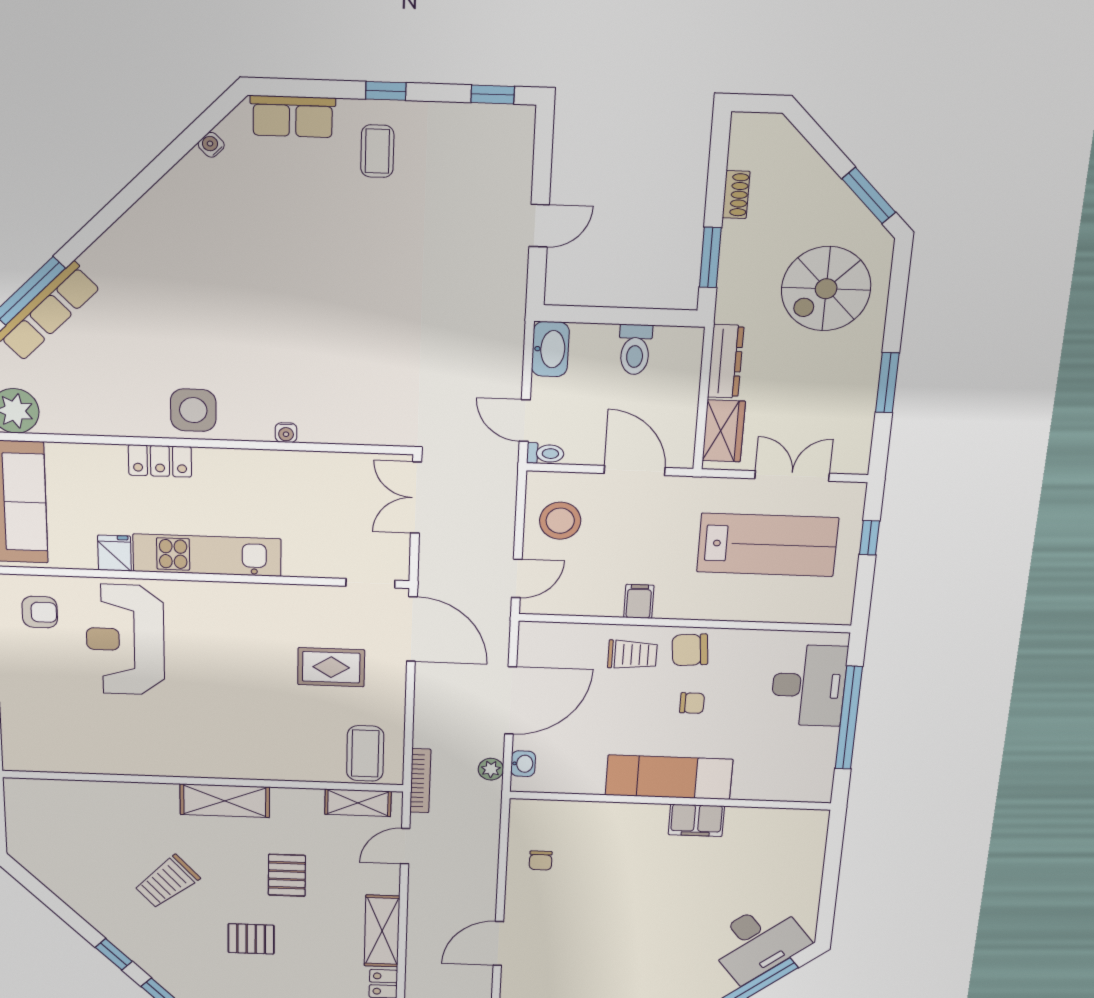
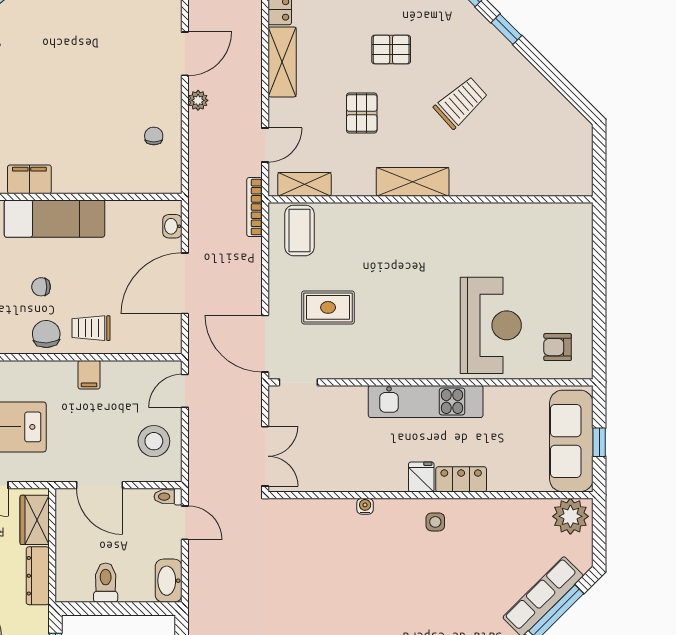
side table: (193, 410) -> (435, 522), width x0.54, depth x0.54
fridge: (114, 553) -> (421, 477), moved, turned 180
chair: (690, 650) -> (46, 334), turned -88
plant: (491, 769) -> (198, 100), moved

